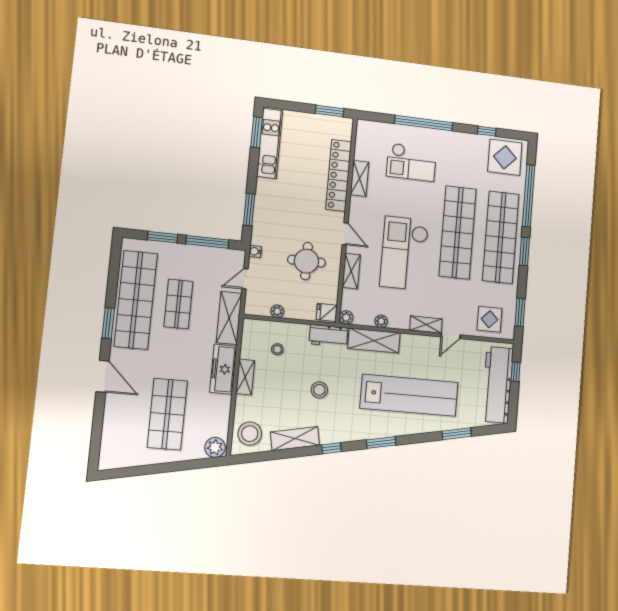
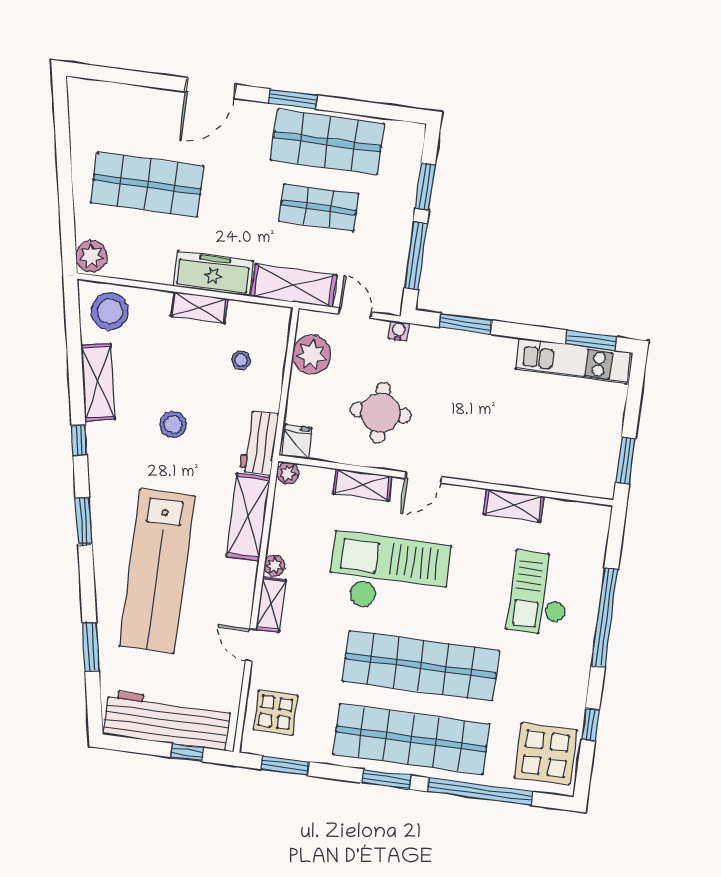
locker: (339, 175) -> (519, 471), removed
shop shelf: (136, 300) -> (327, 142), width x0.71
plant: (277, 311) -> (312, 355), width x1.88, depth x1.88
plant: (381, 321) -> (274, 566), moved

